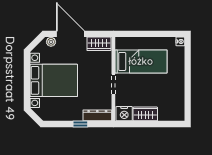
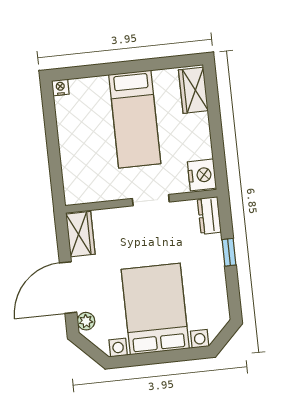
bed: (141, 61) -> (135, 119), moved, turned 180
wardrobe: (145, 114) -> (193, 90), moved
dresser: (97, 115) -> (209, 215), width x0.70

